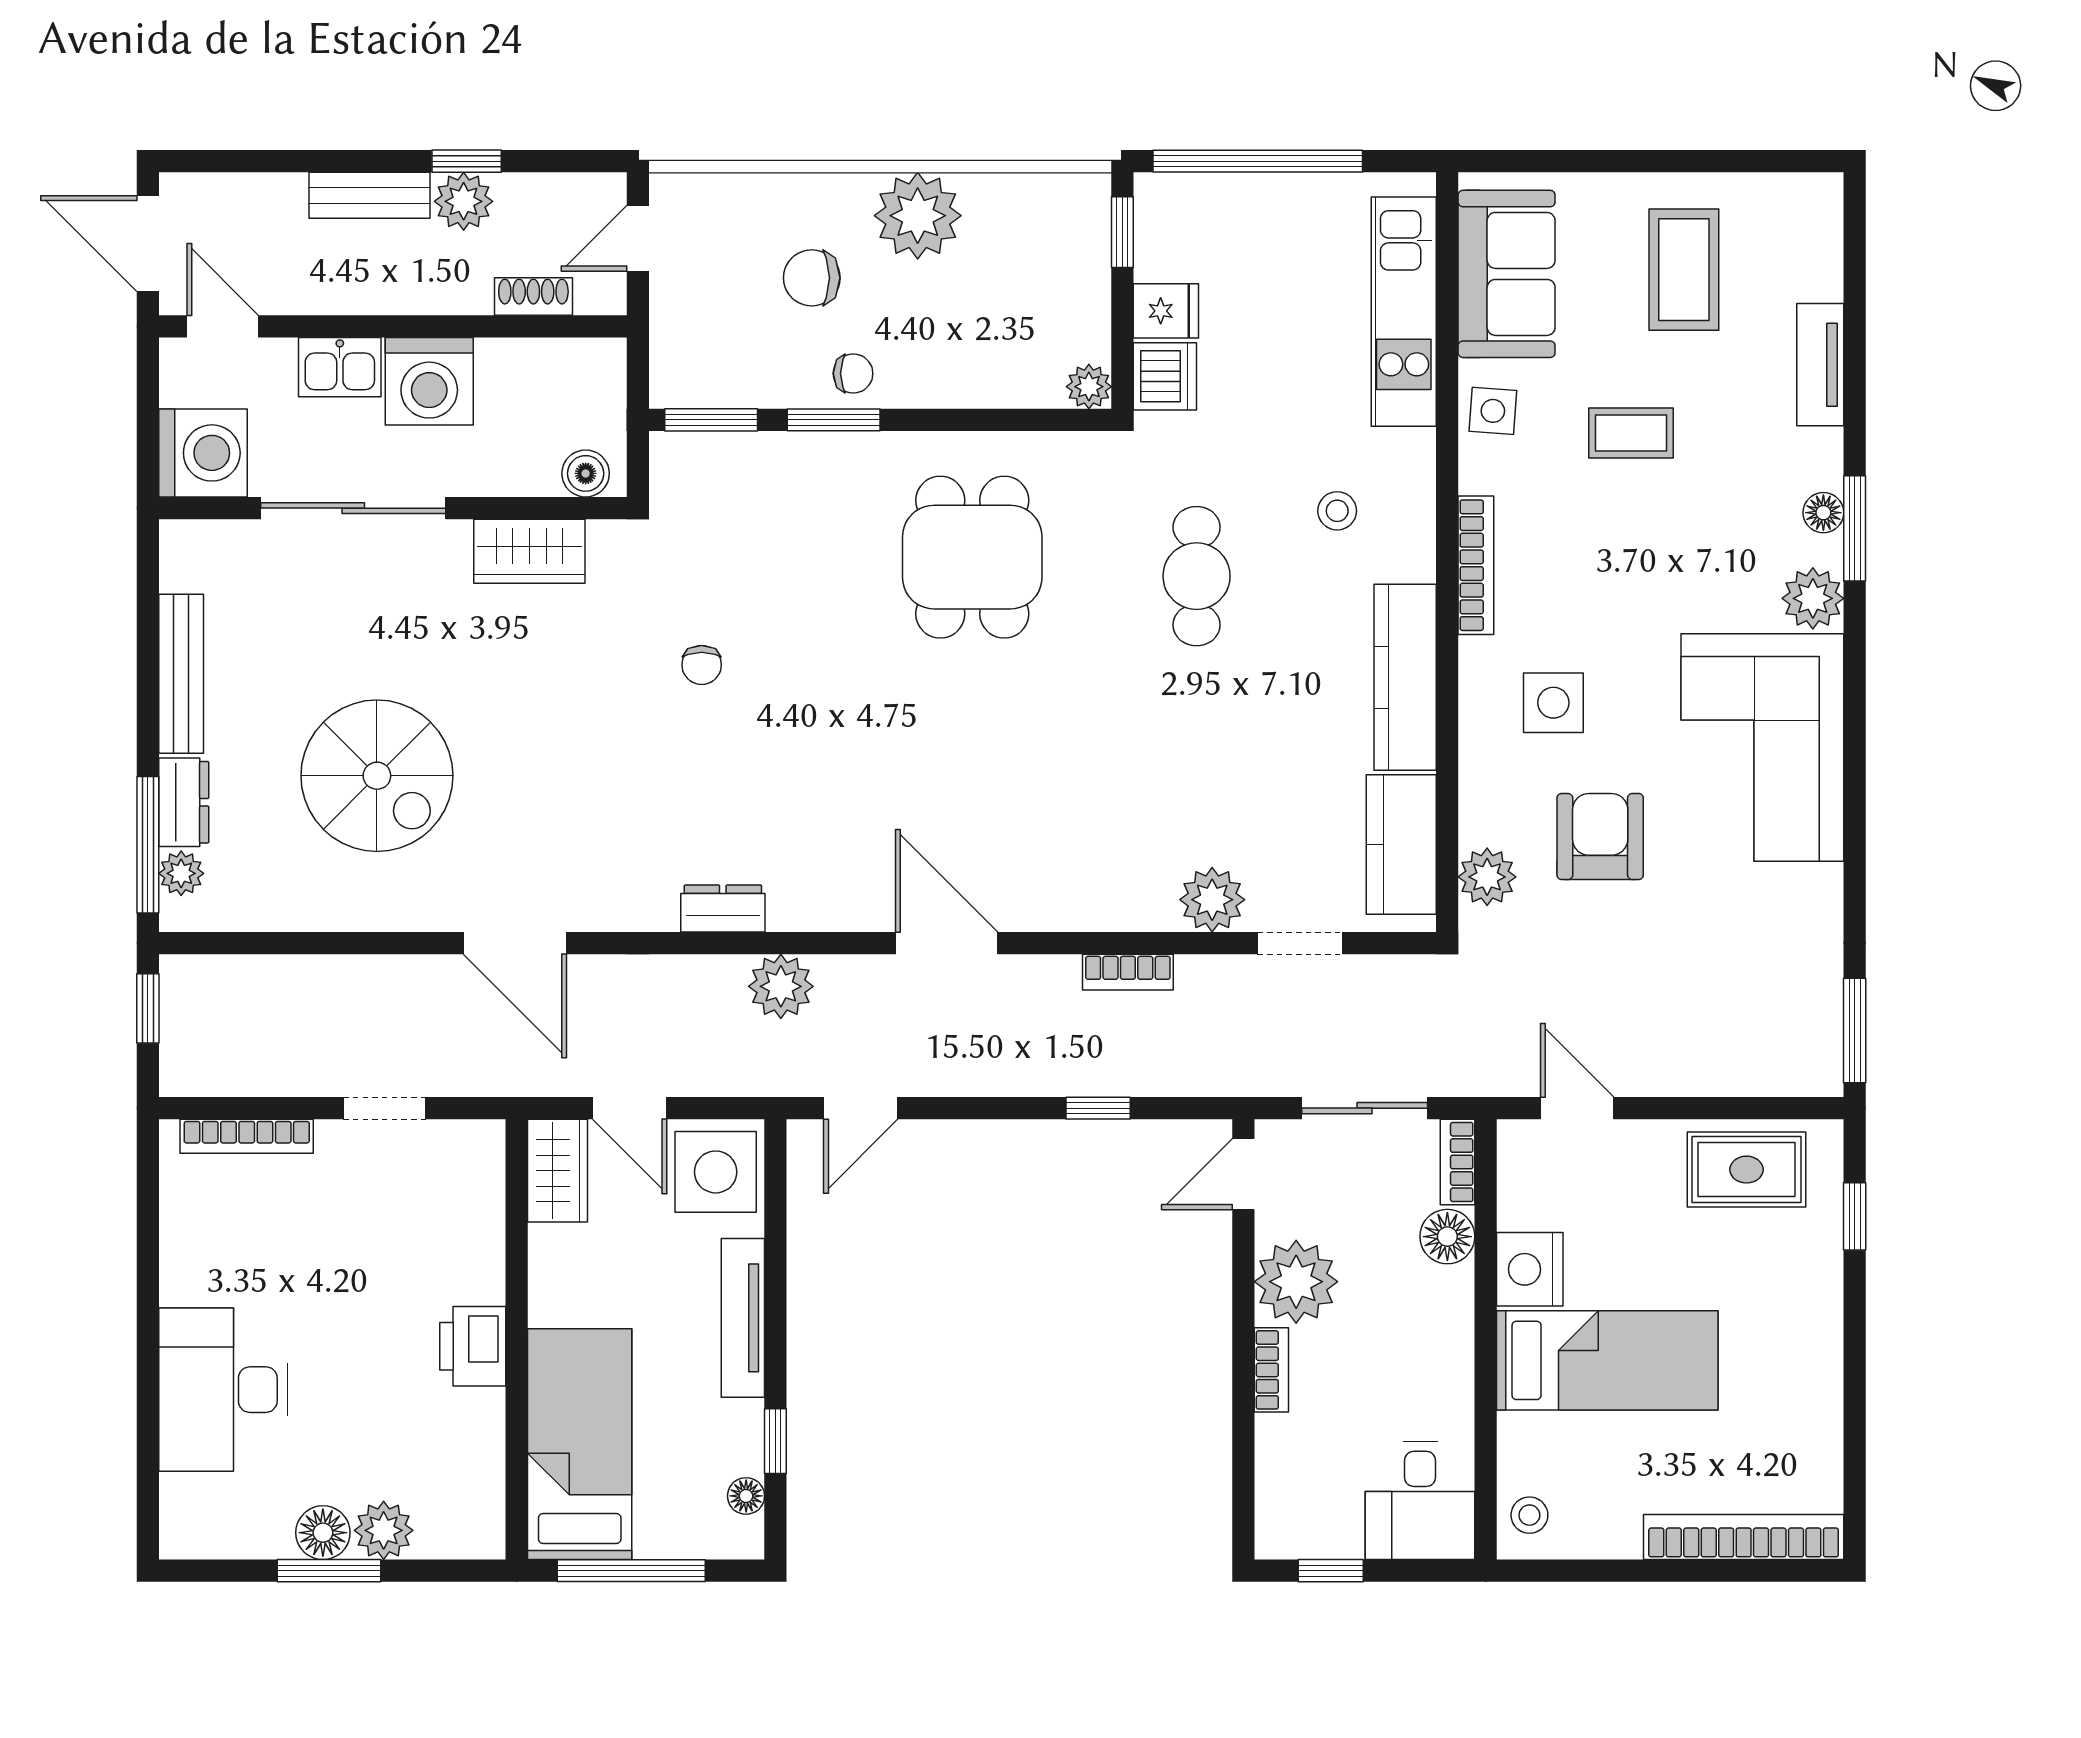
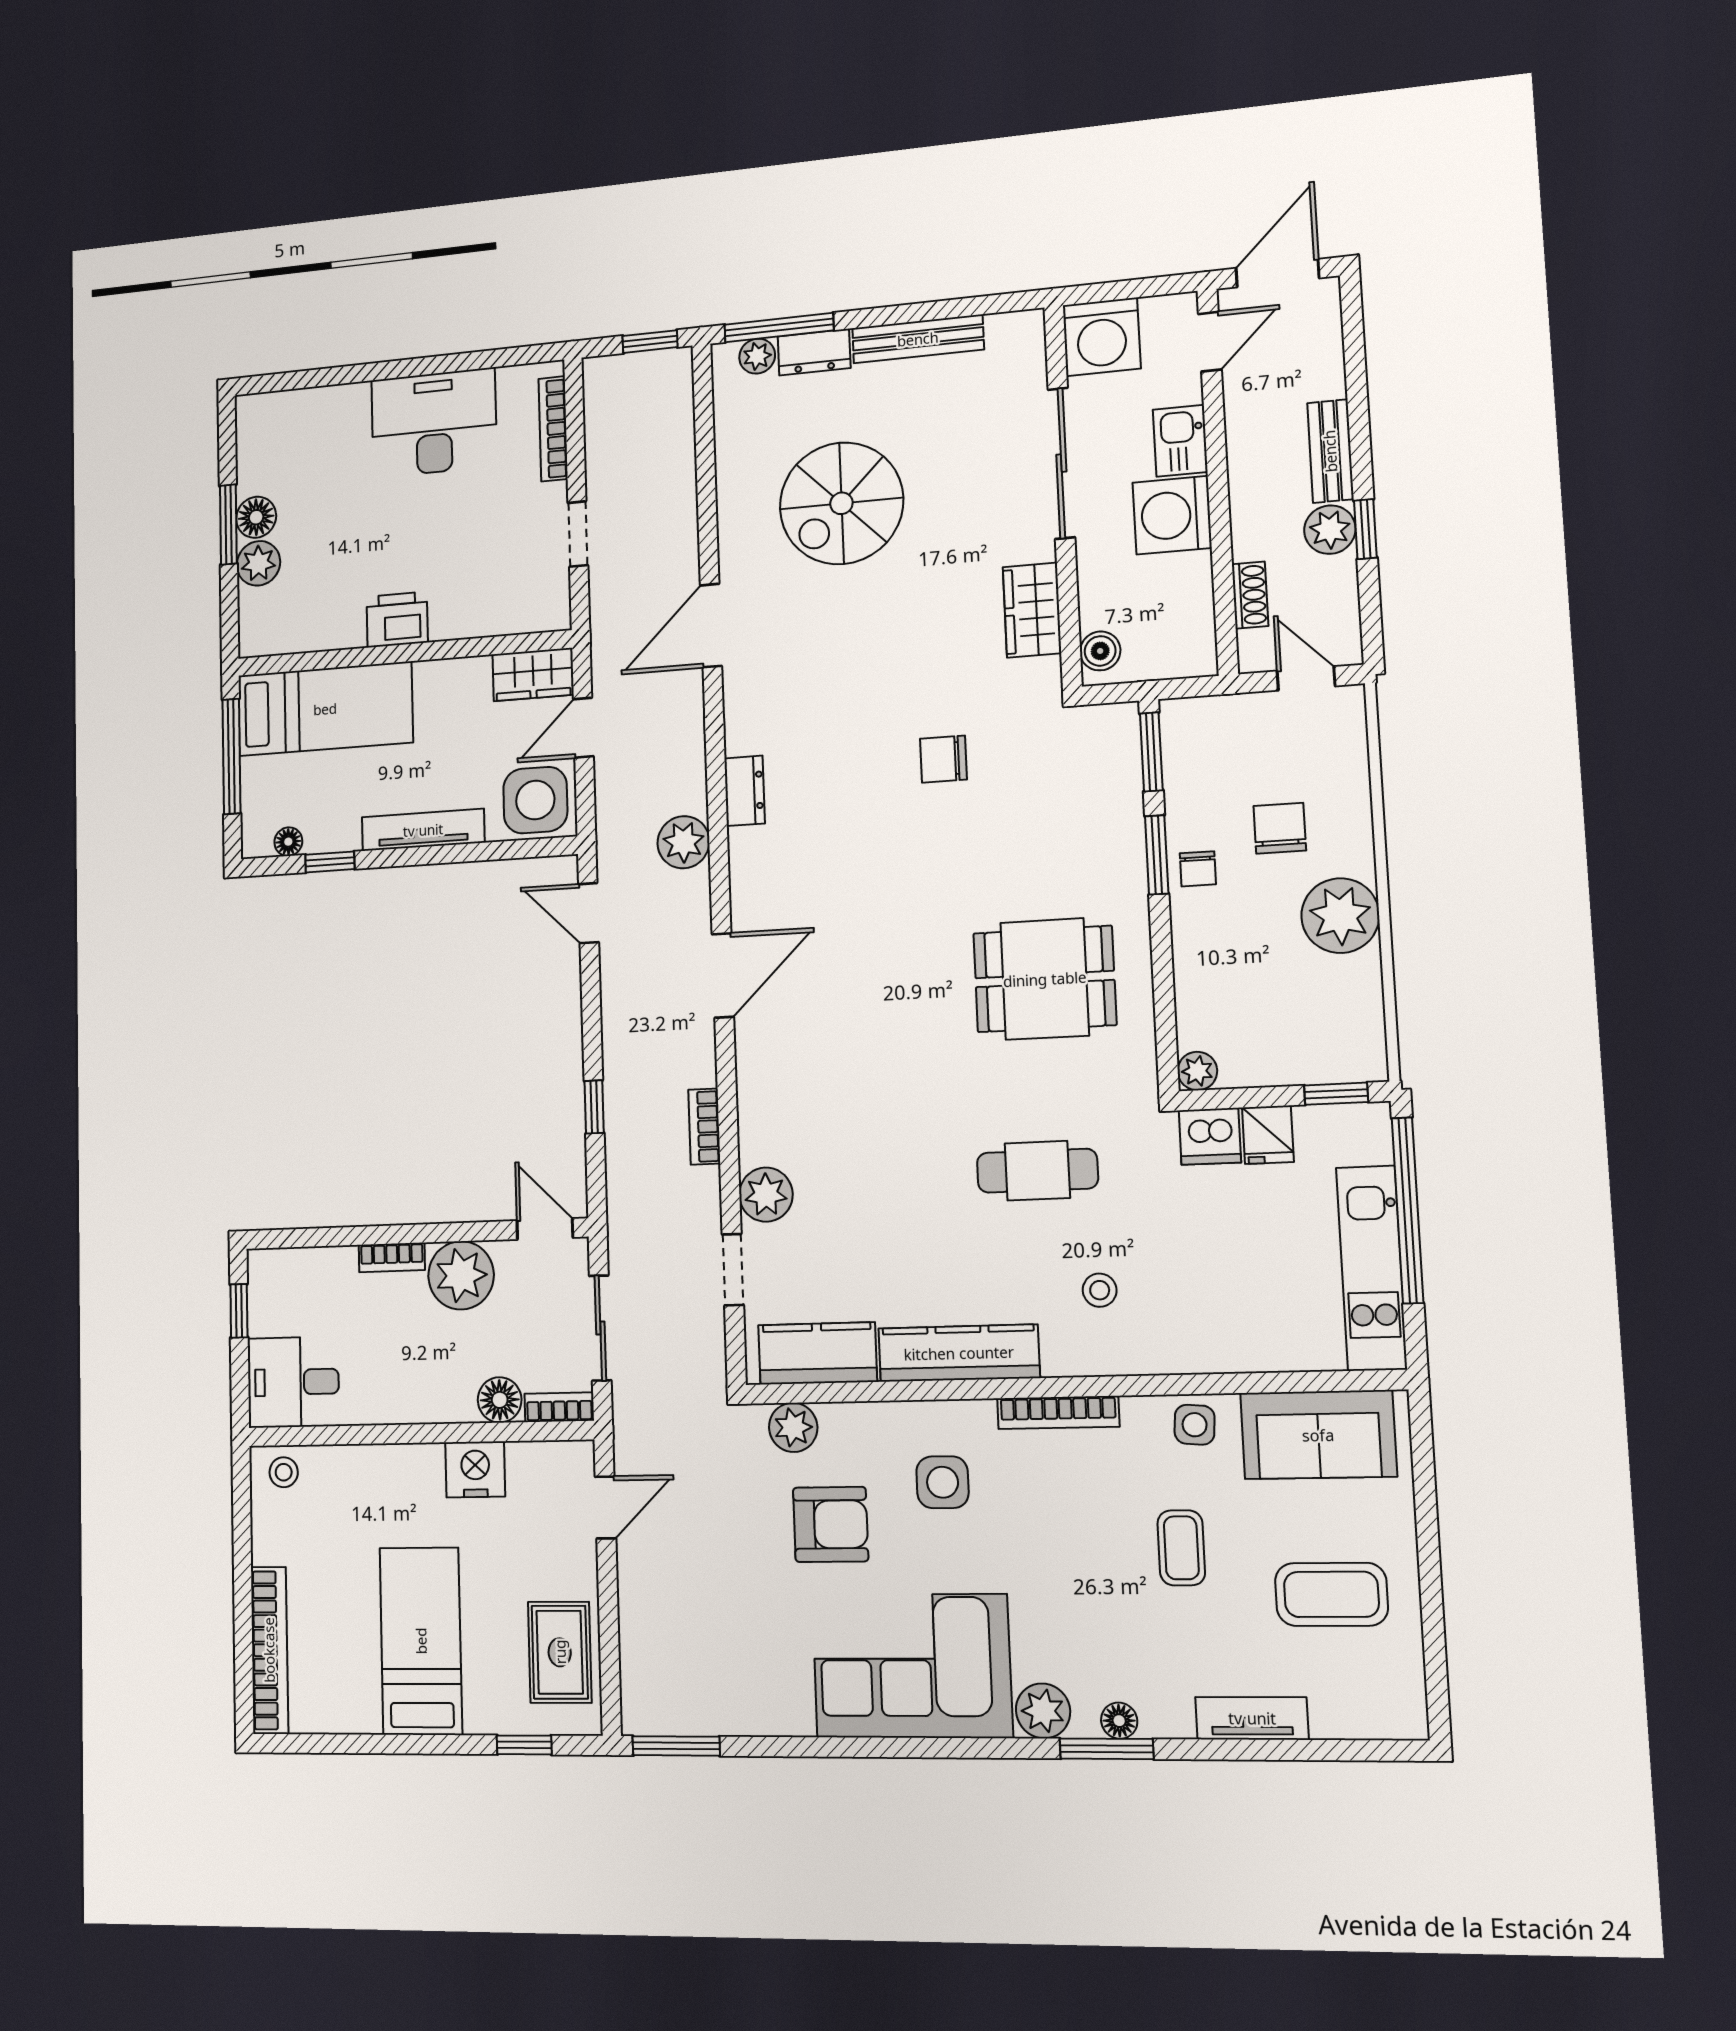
kitchen unit: (1404, 312) -> (1372, 1268), moved, turned -90
chair: (702, 665) -> (943, 759), width x1.37, depth x1.37
bed: (1607, 1360) -> (421, 1641), moved, turned 180
desk: (223, 1390) -> (434, 423), moved

